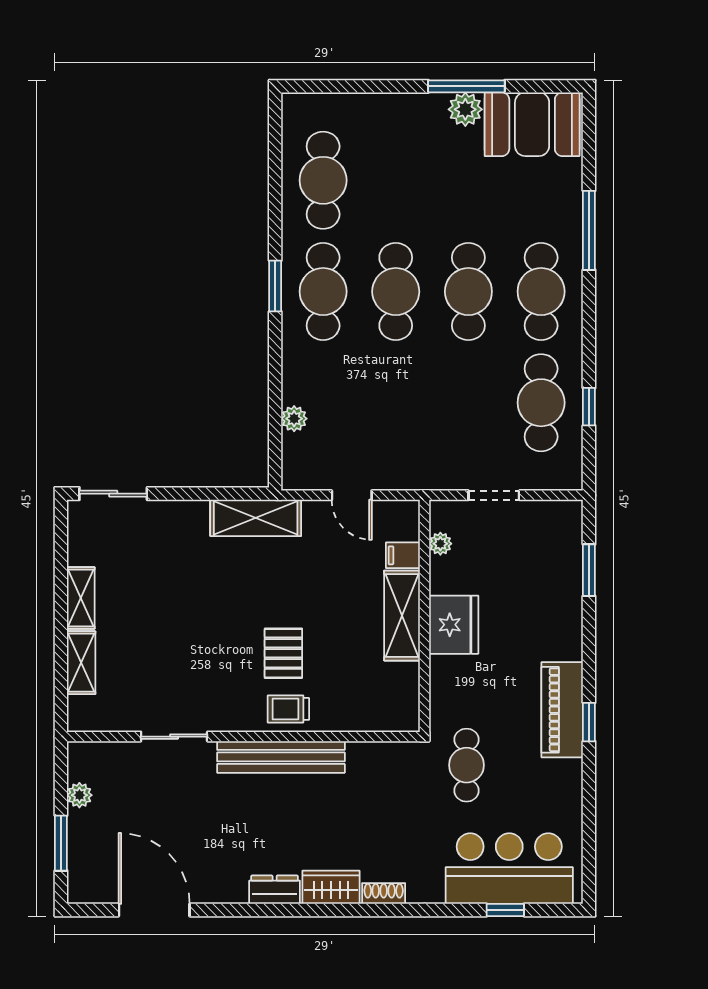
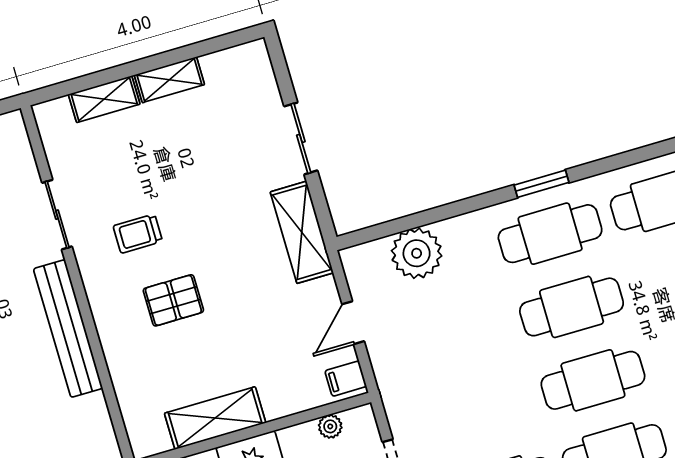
plant: (294, 419) -> (417, 253), width x1.88, depth x1.88
sliding door: (113, 494) -> (301, 138), moved
filing cabinet: (403, 555) -> (346, 379), moved, turned -90
shelving: (402, 616) -> (215, 418), moved
trolley: (288, 709) -> (138, 234), moved, turned -90

